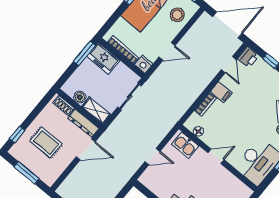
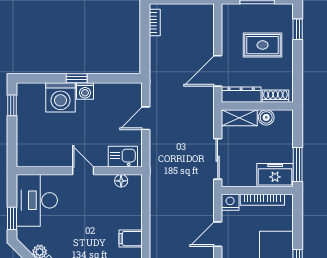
bookcase: (205, 104) -> (136, 213), removed
door: (216, 156) -> (83, 171), swing flipped

